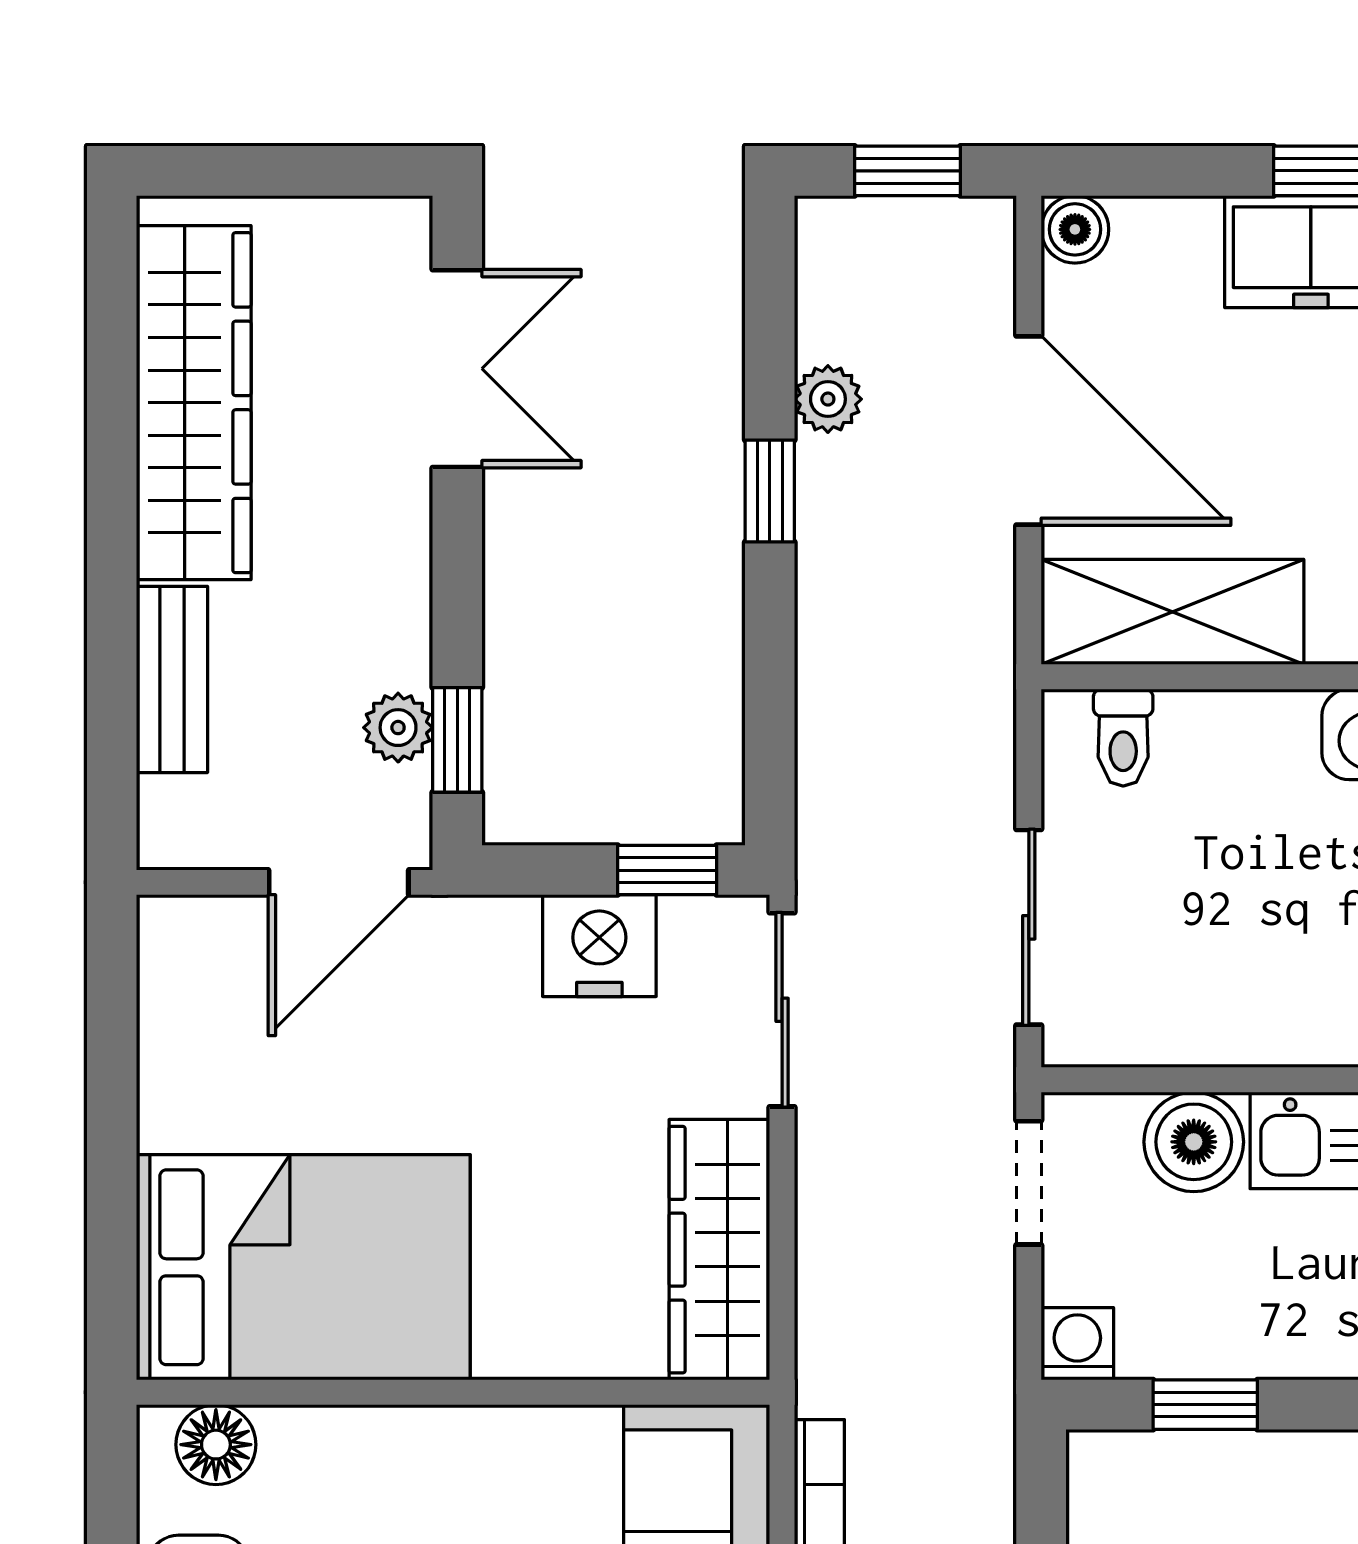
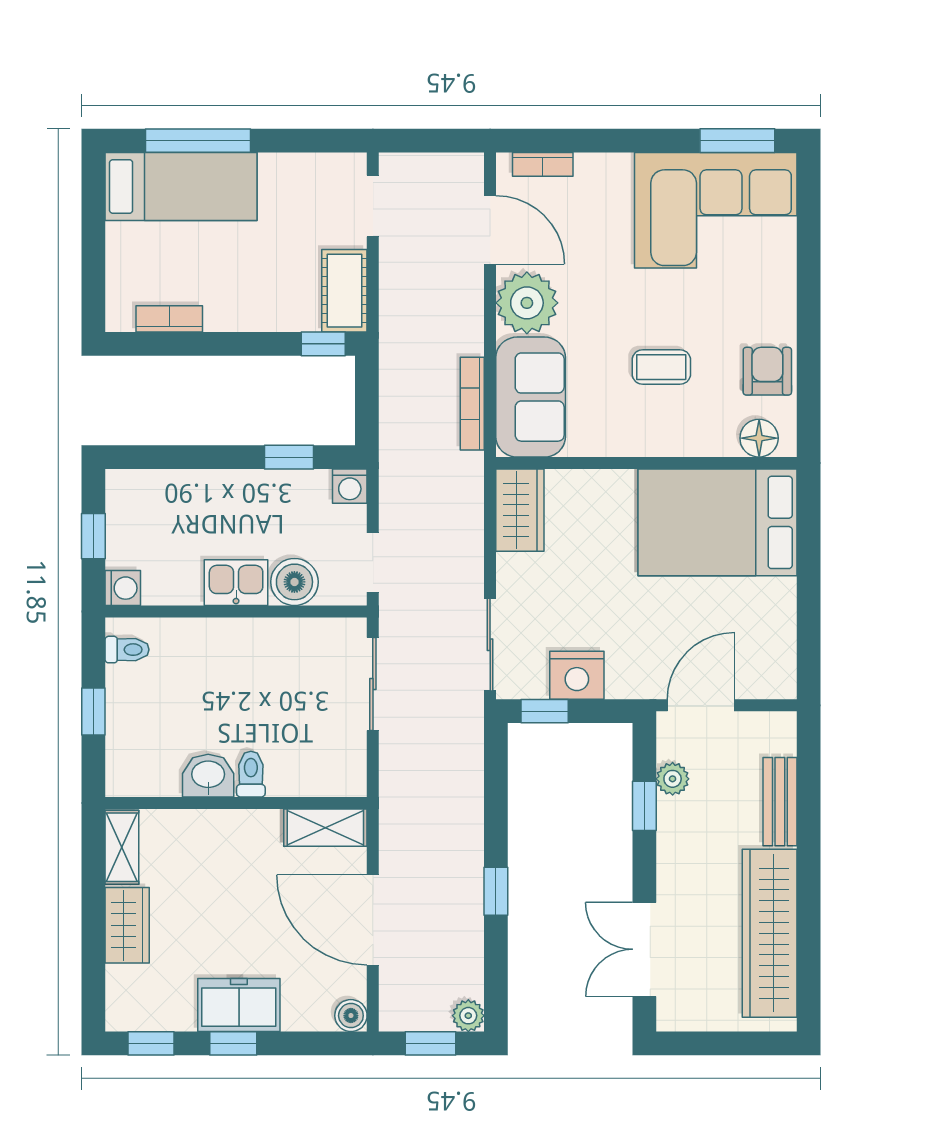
plant: (828, 399) -> (468, 1016), moved
shelving: (1173, 612) -> (325, 828), width x0.67, depth x0.75
toilet: (1123, 738) -> (251, 774), moved
window: (457, 740) -> (644, 806), moved
wardrobe: (719, 1250) -> (520, 510), width x0.67

